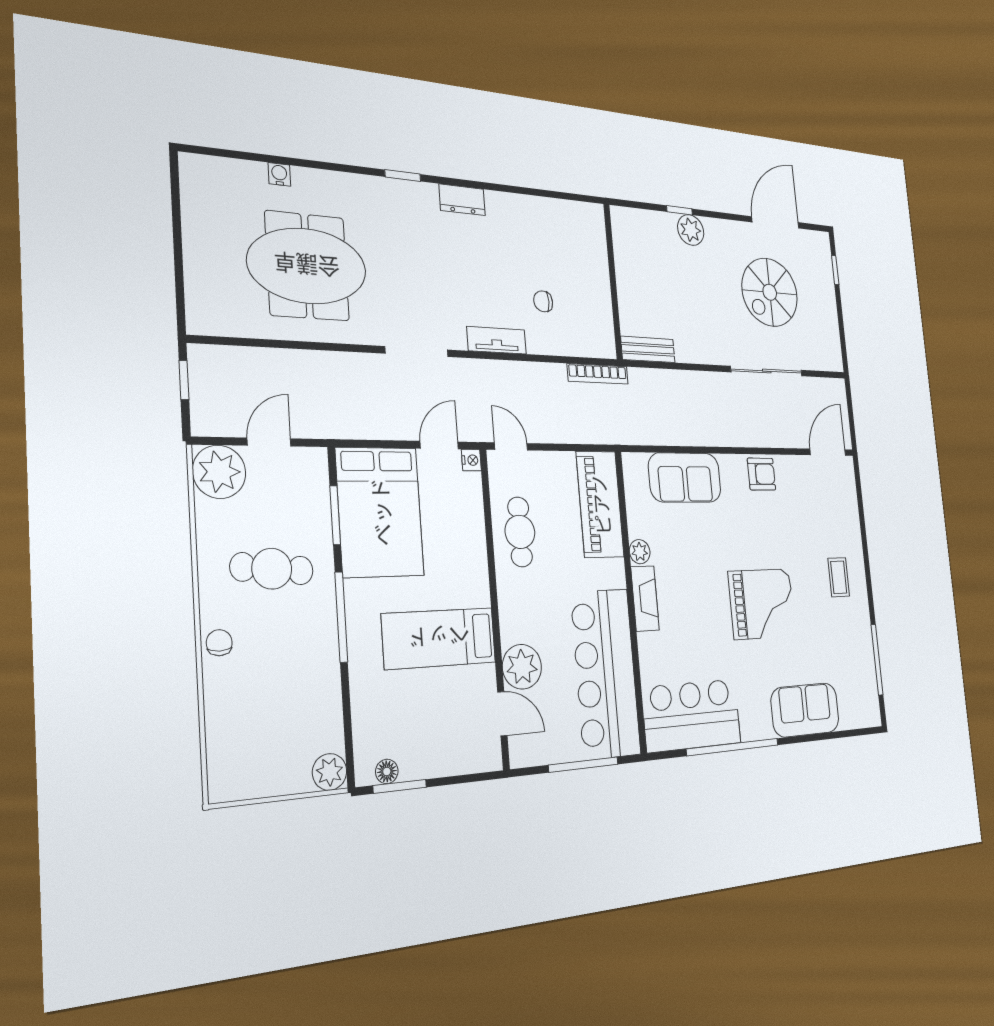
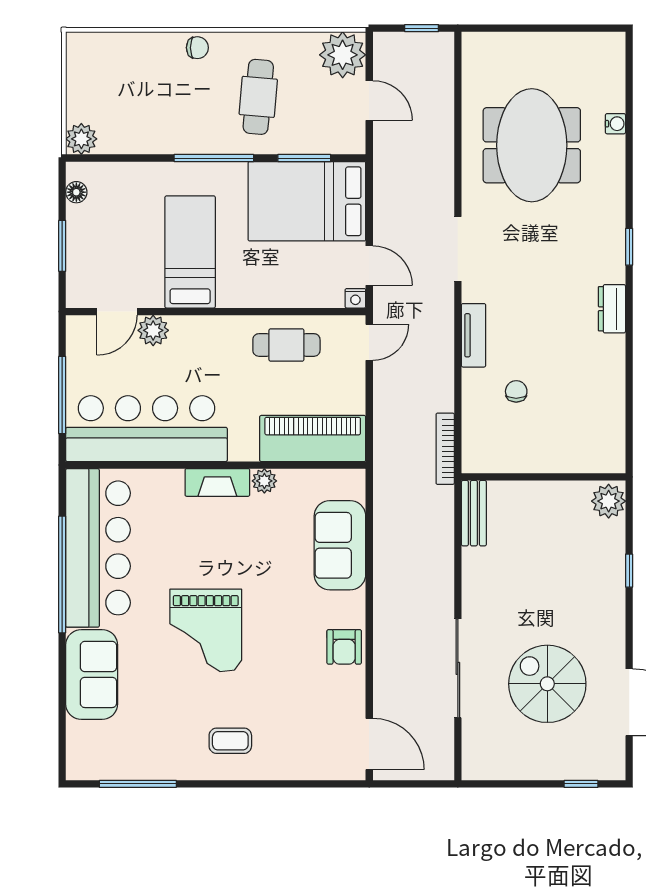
plant: (691, 230) -> (609, 501), moved
plant: (522, 667) -> (153, 330), width x0.73, depth x0.73
bar counter: (692, 715) -> (98, 548), width x1.36
window: (400, 786) -> (62, 246), moved

